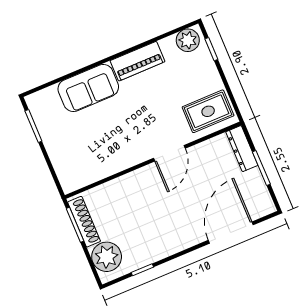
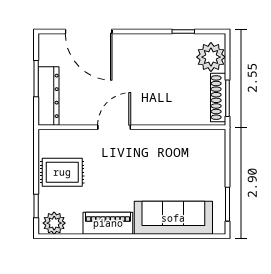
sofa: (88, 88) -> (173, 218), width x1.36
rug: (208, 111) -> (62, 172), moved
dresser: (242, 149) -> (48, 96), width x1.37, depth x1.24
door: (231, 233) -> (89, 31), hinge flipped

